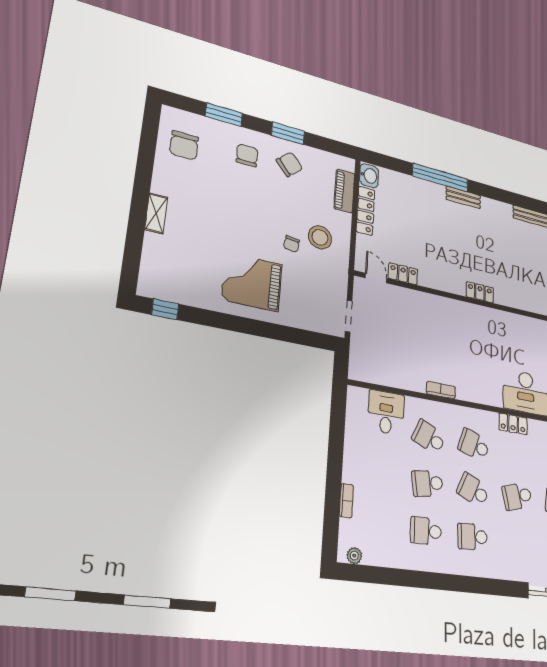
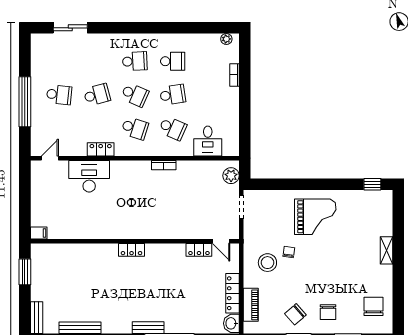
plant: (359, 360) -> (231, 176), added

